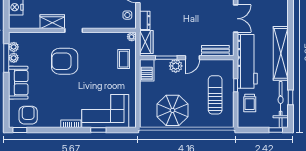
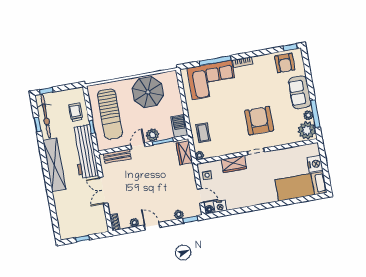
dresser: (145, 20) -> (190, 173), removed
wardrobe: (52, 22) -> (234, 164), moved
plant: (14, 47) -> (307, 130), width x1.88, depth x1.88
armchair: (65, 61) -> (259, 121), turned -90
sun lounger: (215, 95) -> (110, 114), width x1.36, depth x1.34
window: (98, 130) -> (215, 61), width x2.17

